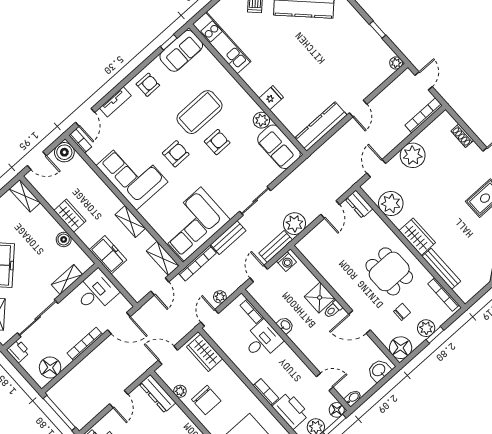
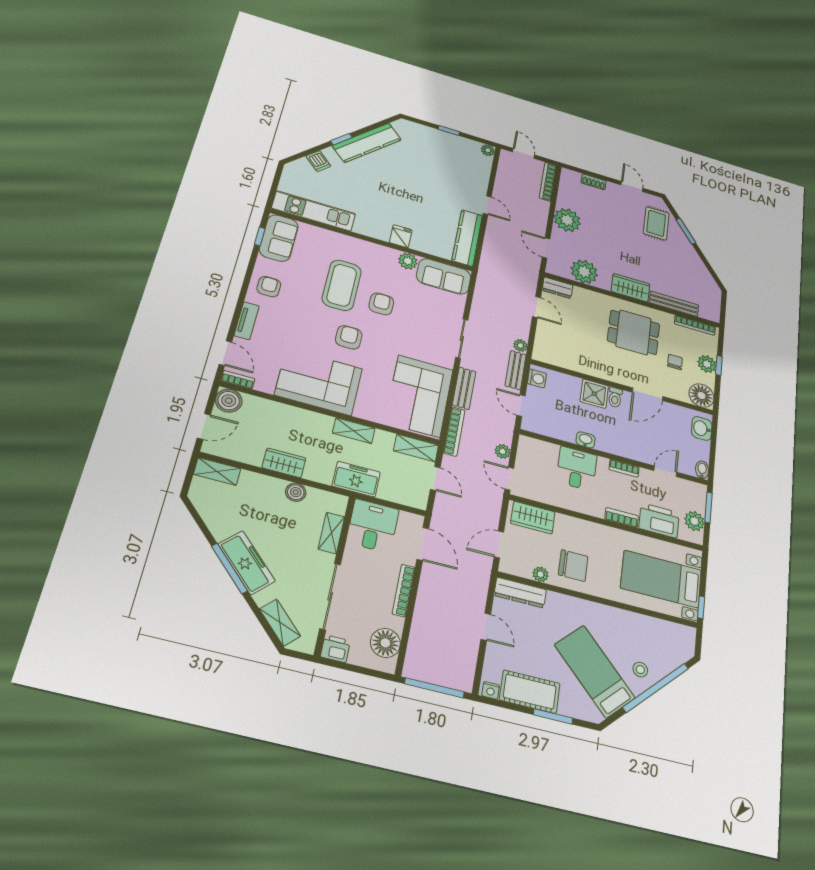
plant: (295, 224) -> (520, 345), width x0.53, depth x0.53
bookcase: (252, 311) -> (624, 468), moved
door: (119, 323) -> (423, 544), hinge flipped
floor lamp: (337, 410) -> (698, 491), removed

